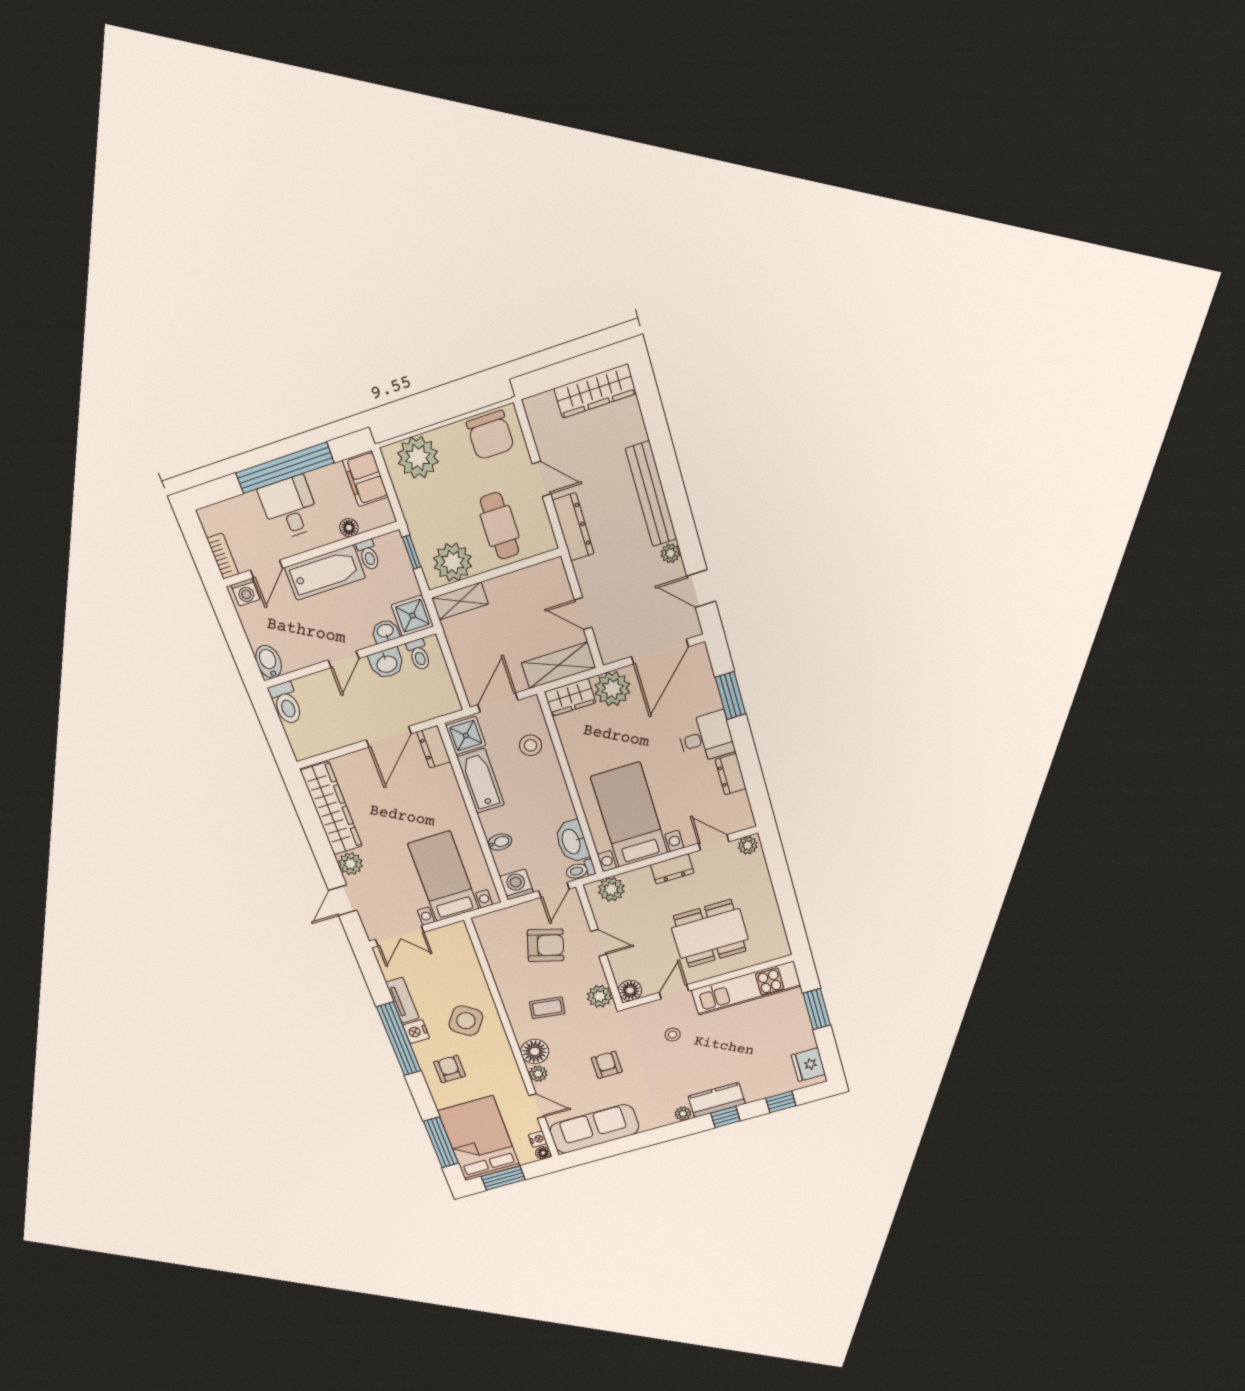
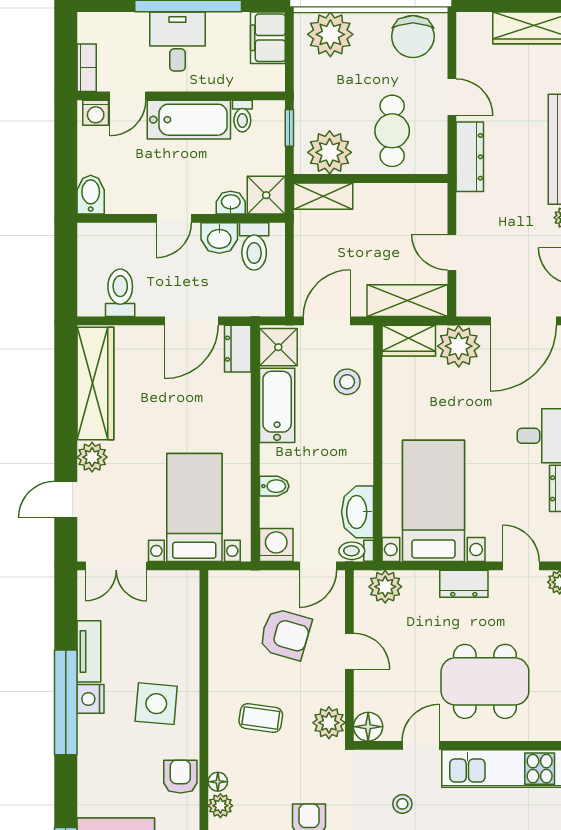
floor lamp: (349, 528) -> (232, 82), removed
toilet: (419, 655) -> (254, 246), width x1.37, depth x1.39
toilet: (286, 703) -> (120, 293), moved, turned 180
side table: (466, 1021) -> (156, 704), turned -31
floor lamp: (535, 1052) -> (218, 782), width x0.53, depth x0.53
armchair: (450, 1069) -> (180, 777), moved

